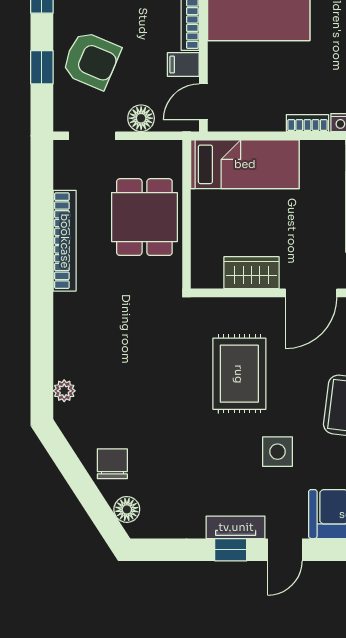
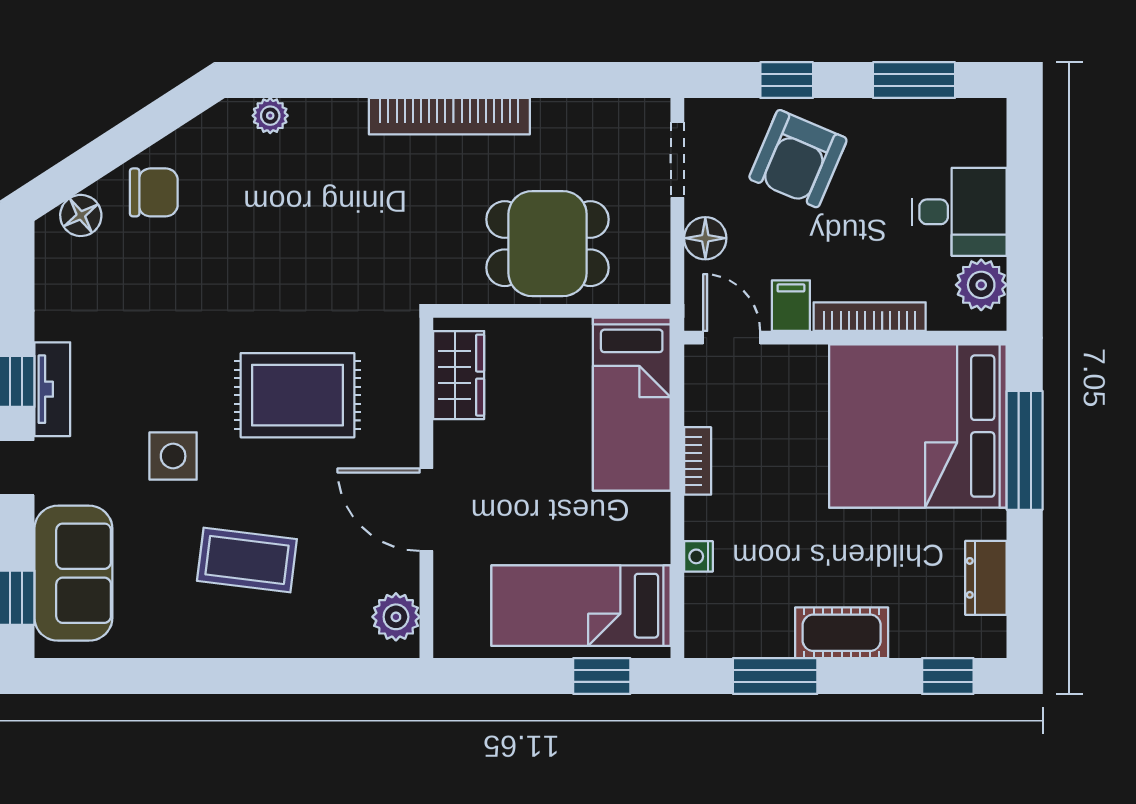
bookcase: (307, 123) -> (698, 461), moved
bookcase: (65, 241) -> (449, 116), moved
wardrobe: (252, 273) -> (459, 375), moved

